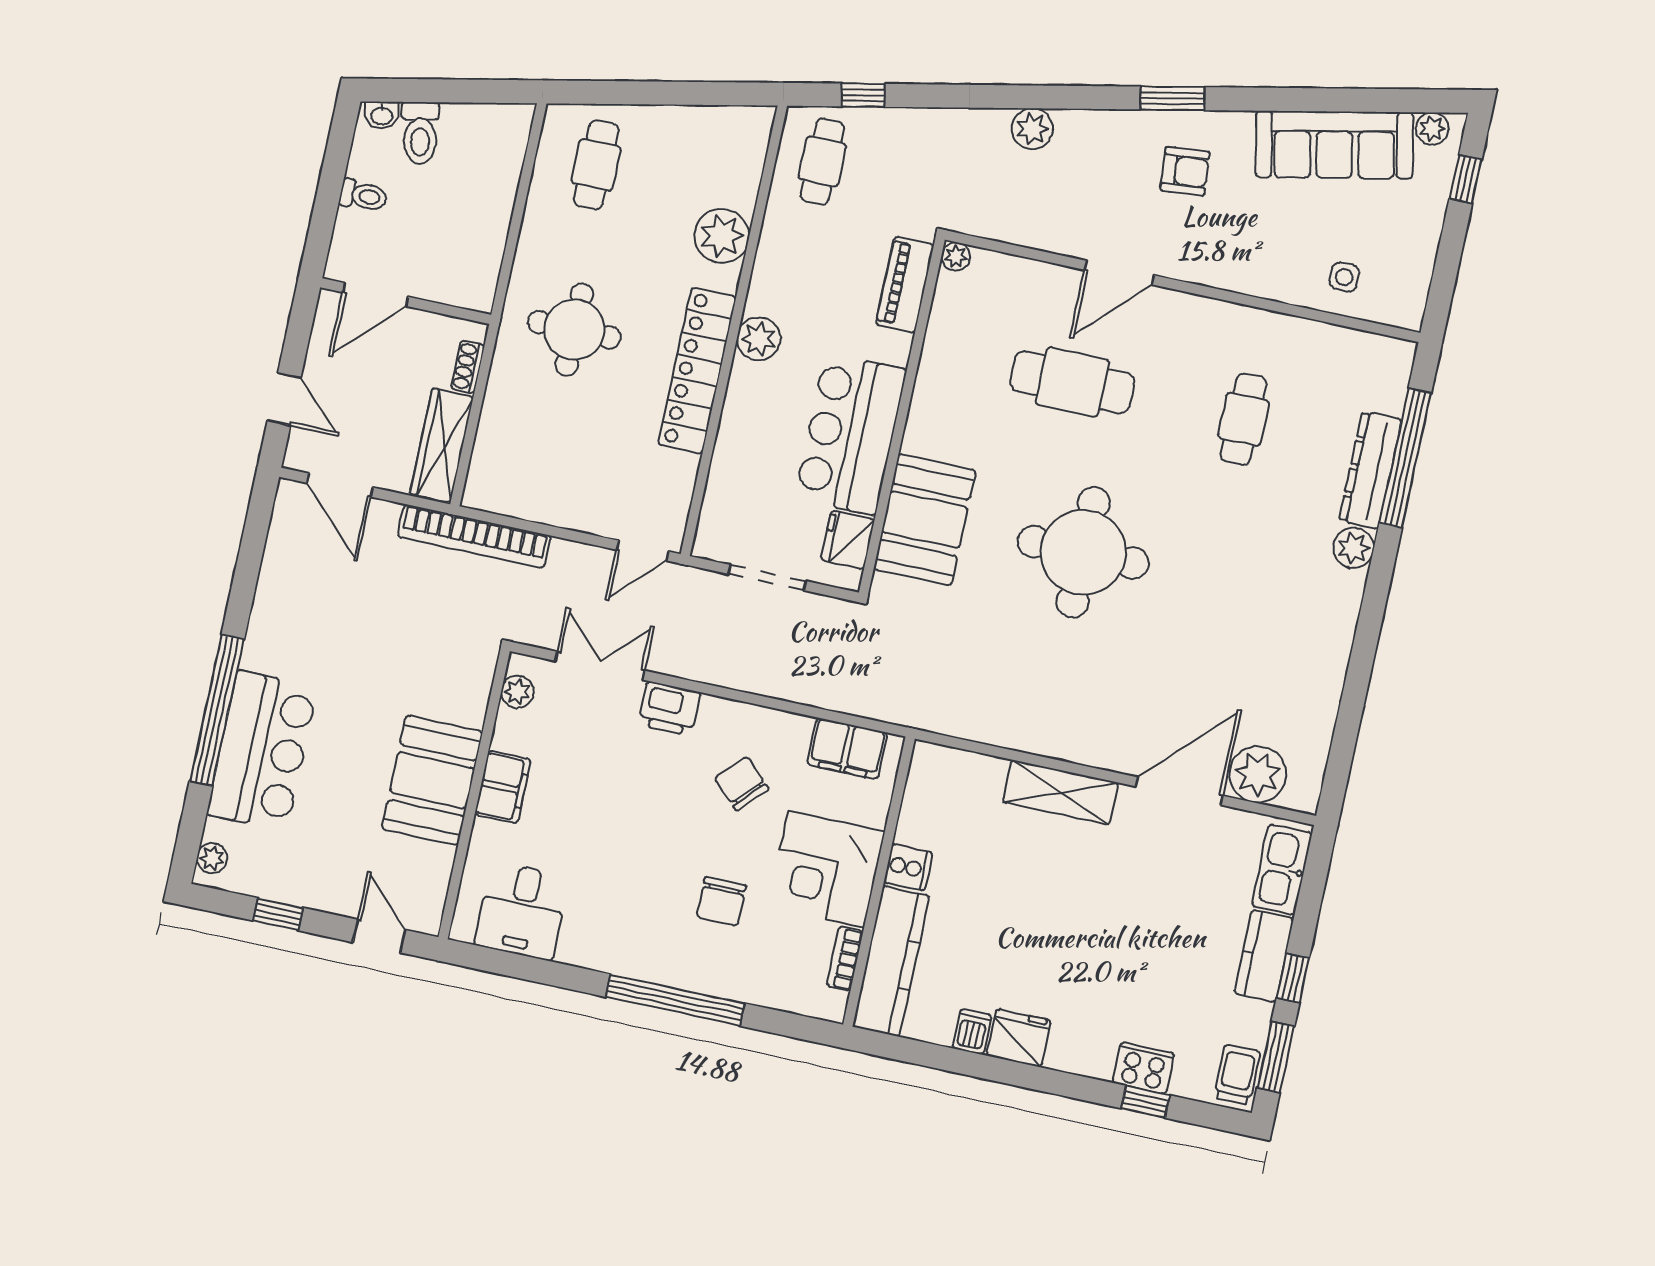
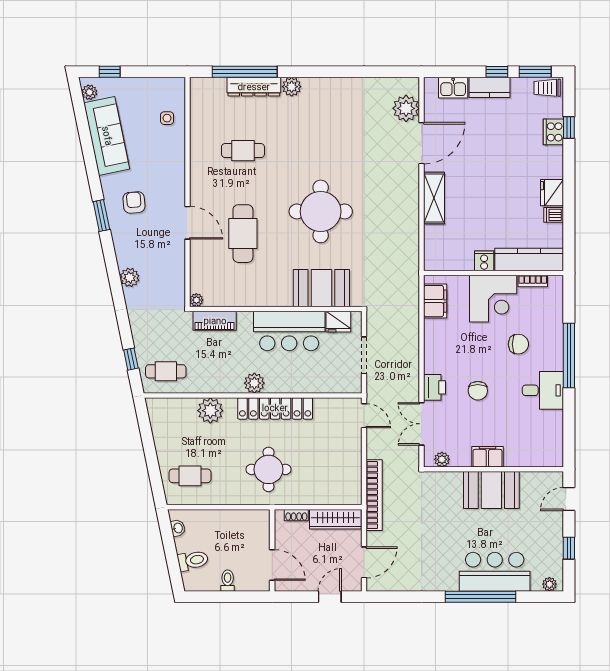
washbasin: (382, 115) -> (178, 528), moved
chair: (742, 784) -> (478, 391), moved, turned -44
door: (1179, 791) -> (422, 143), swing flipped
kitchen sink: (1282, 870) -> (453, 88), width x0.73
desk: (522, 911) -> (543, 390), moved

